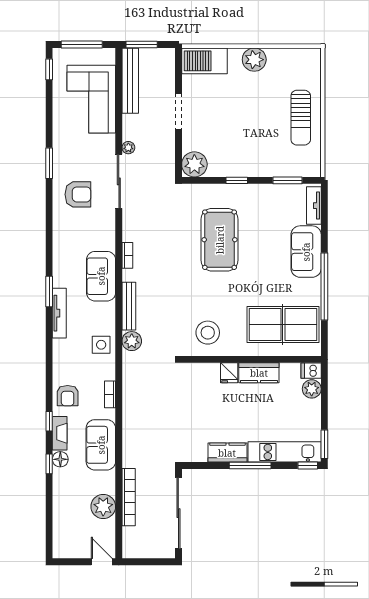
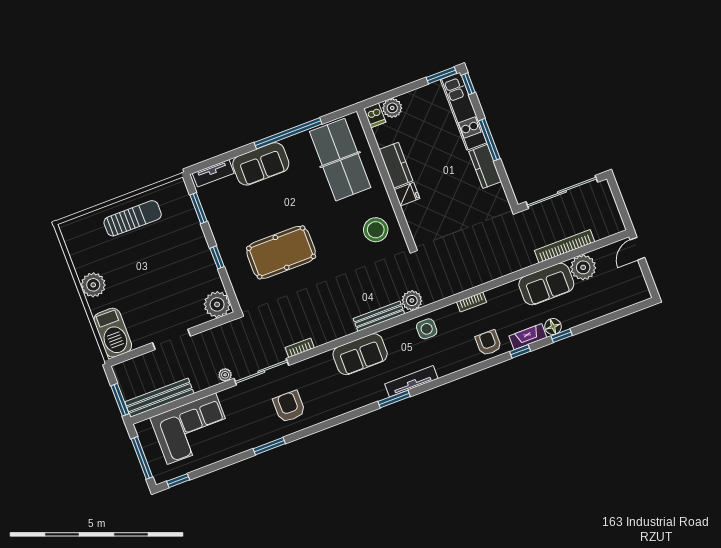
bookcase: (127, 255) -> (300, 348), moved
armchair: (68, 396) -> (488, 343), turned -90
sofa: (101, 445) -> (546, 284), moved

